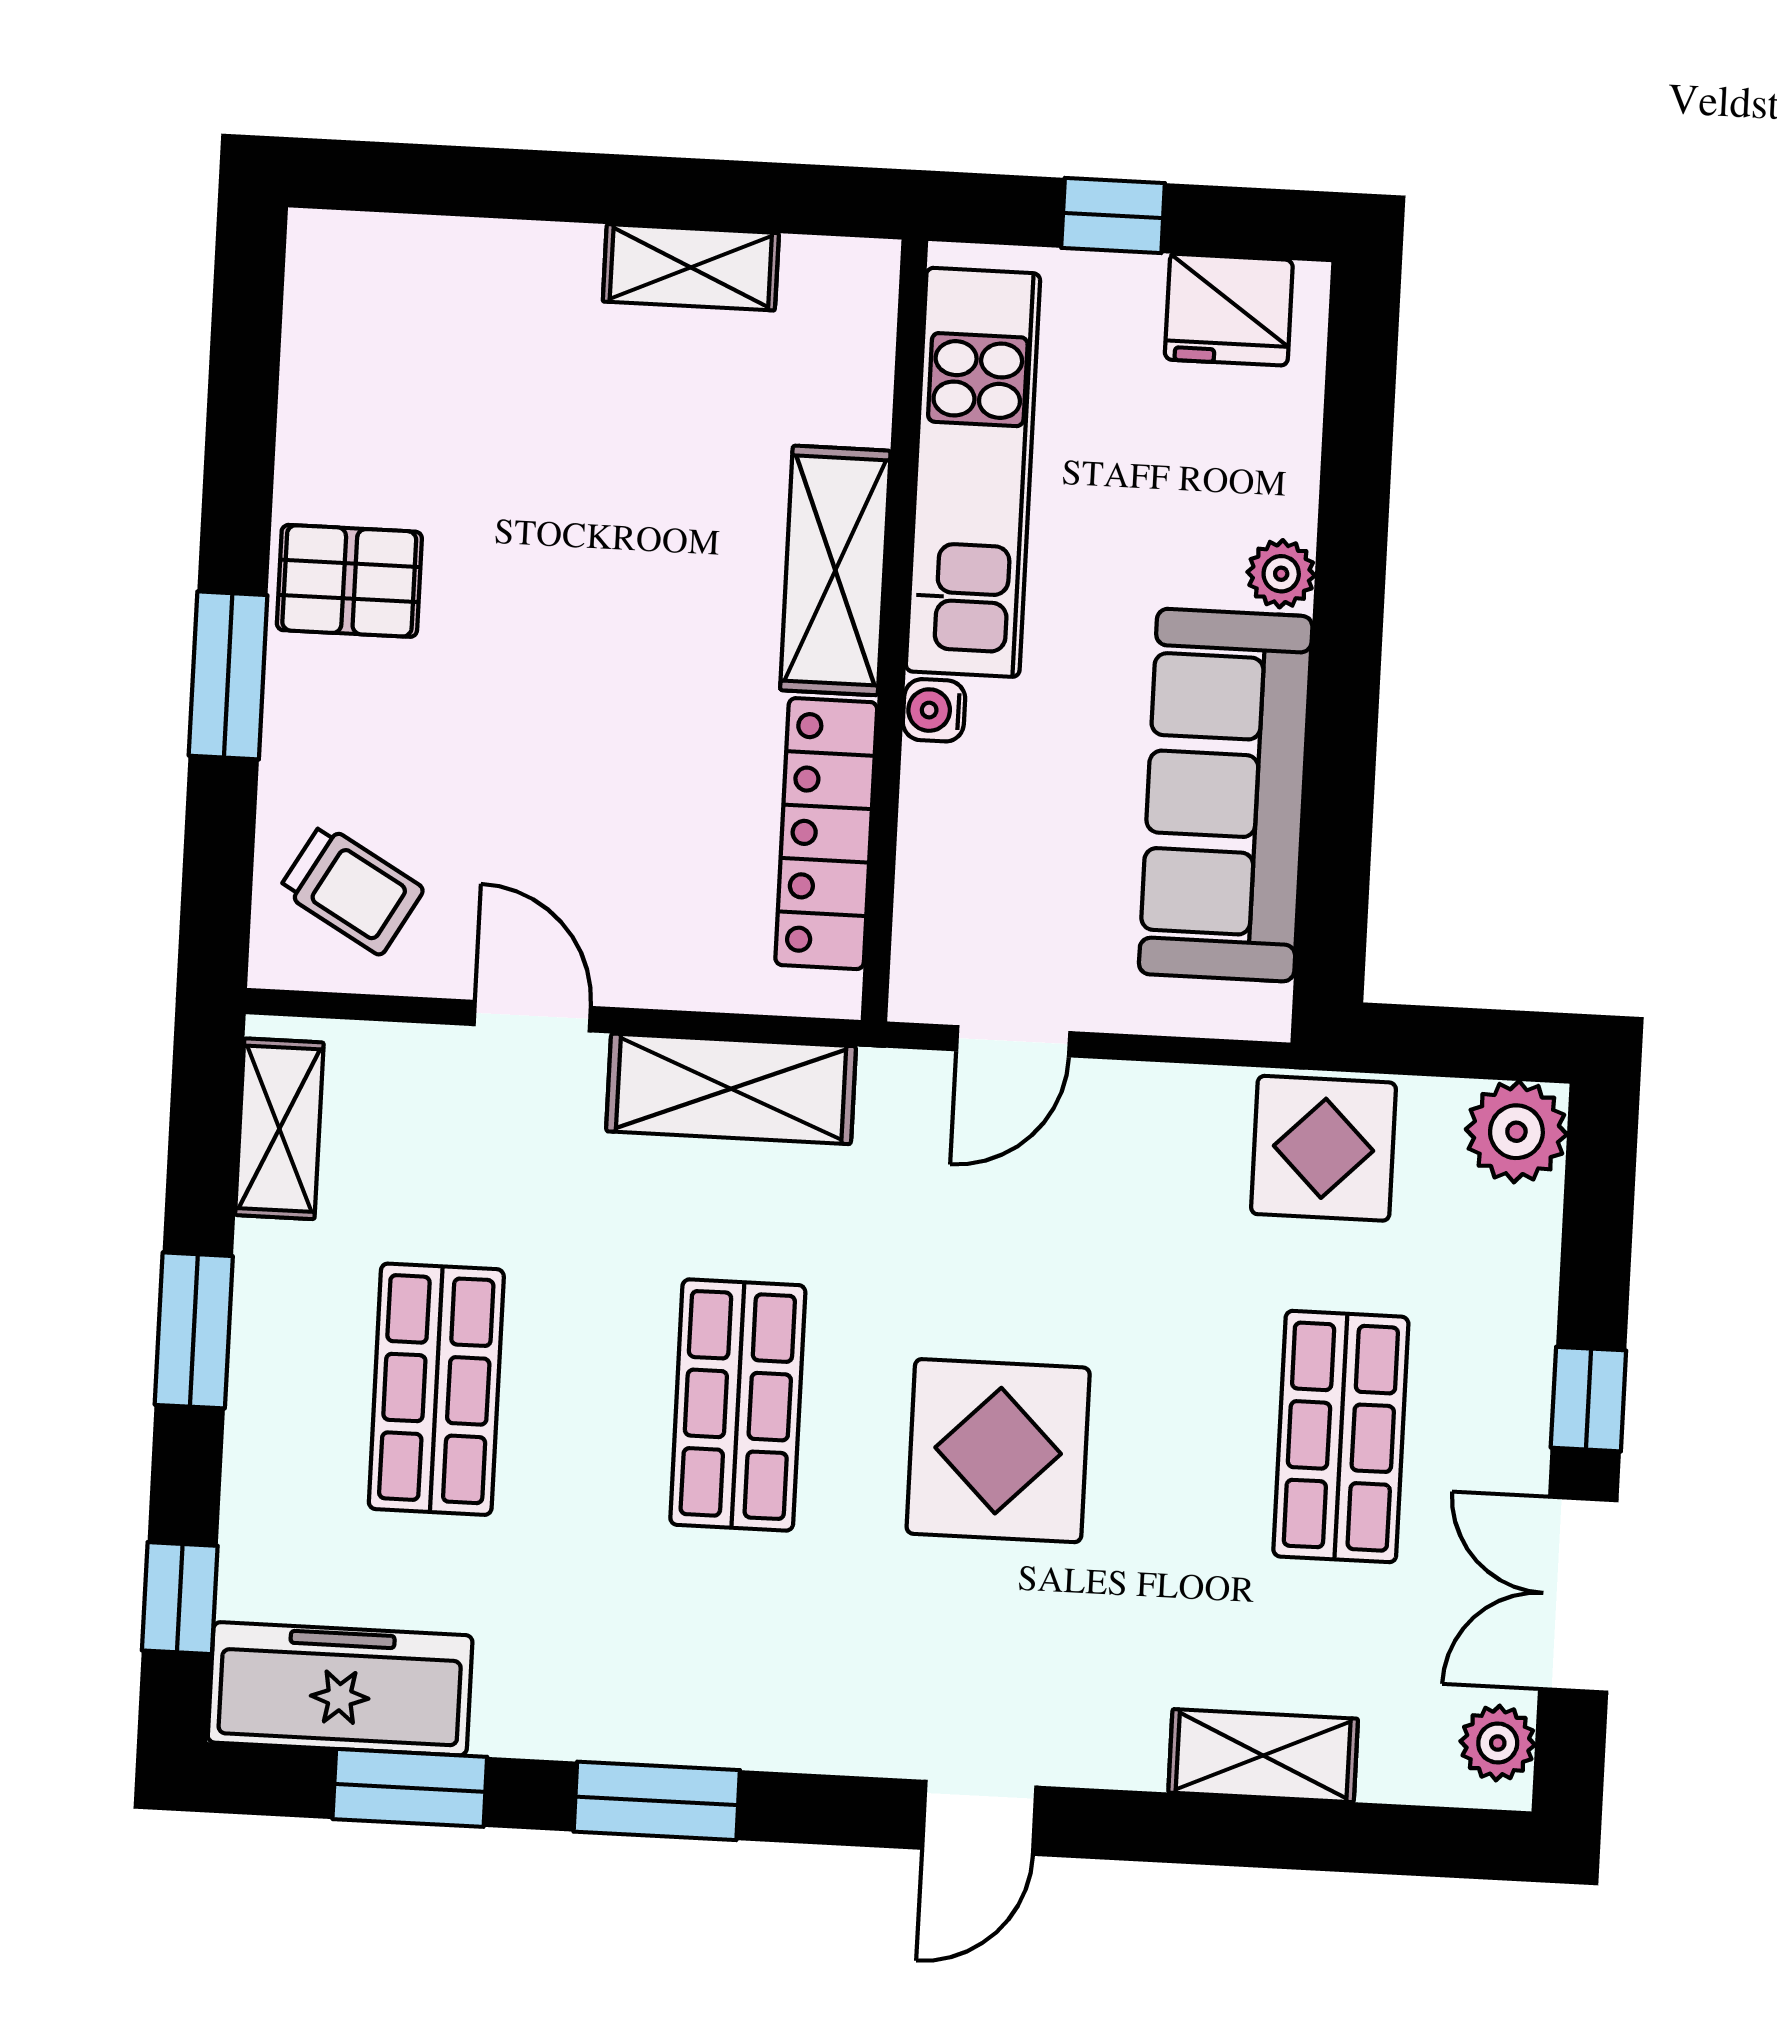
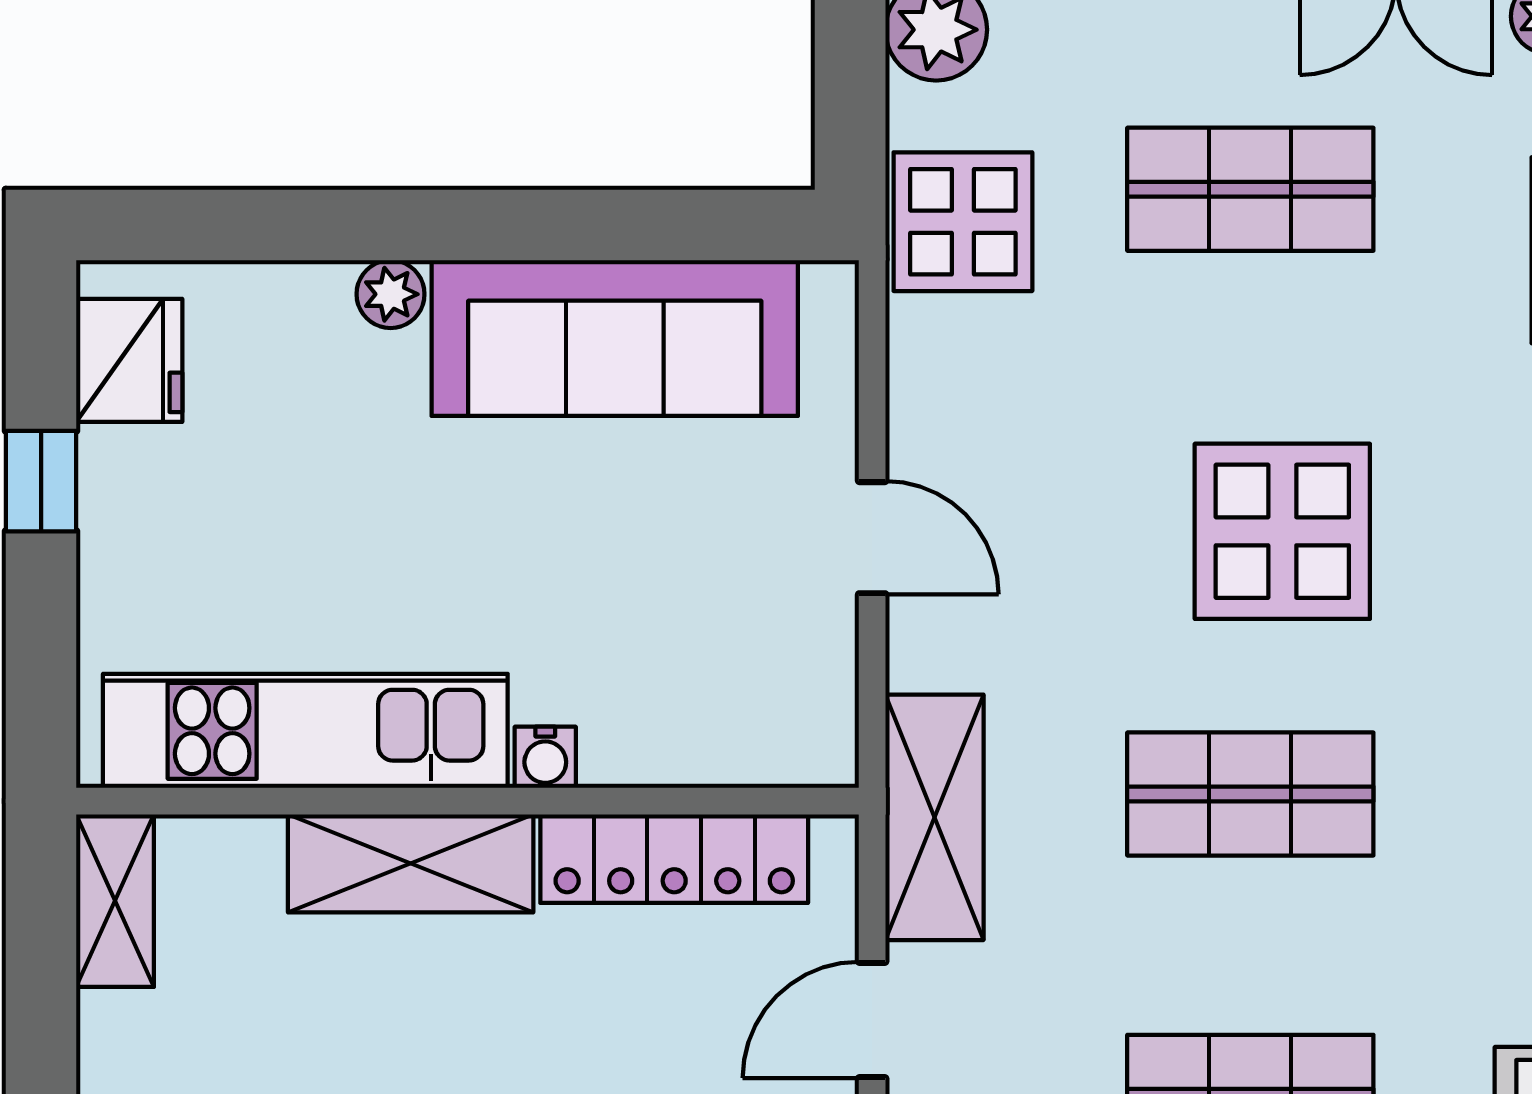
kitchen unit: (973, 472) -> (305, 731), moved
shelving: (835, 570) -> (411, 863), moved
wall: (894, 631) -> (468, 801), moved
water cooler: (934, 710) -> (545, 757), moved
locker: (826, 834) -> (674, 859), moved

